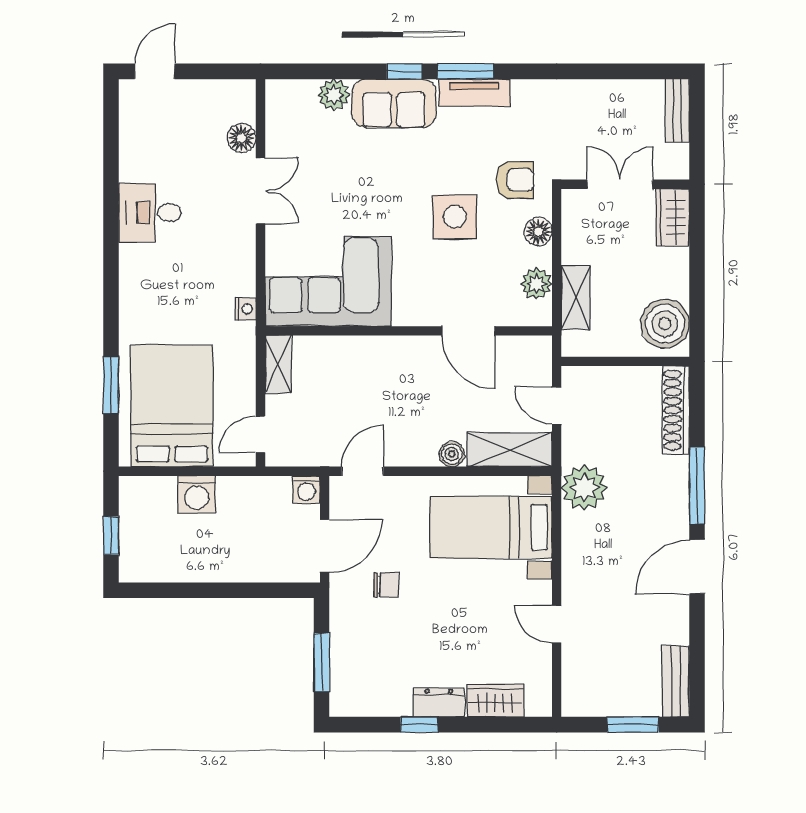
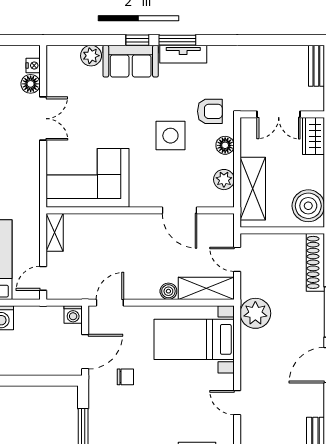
double door: (620, 184) -> (279, 114), swing flipped
shelving: (576, 298) -> (253, 189), width x1.50, depth x1.33
nightstand: (245, 309) -> (33, 66), moved

